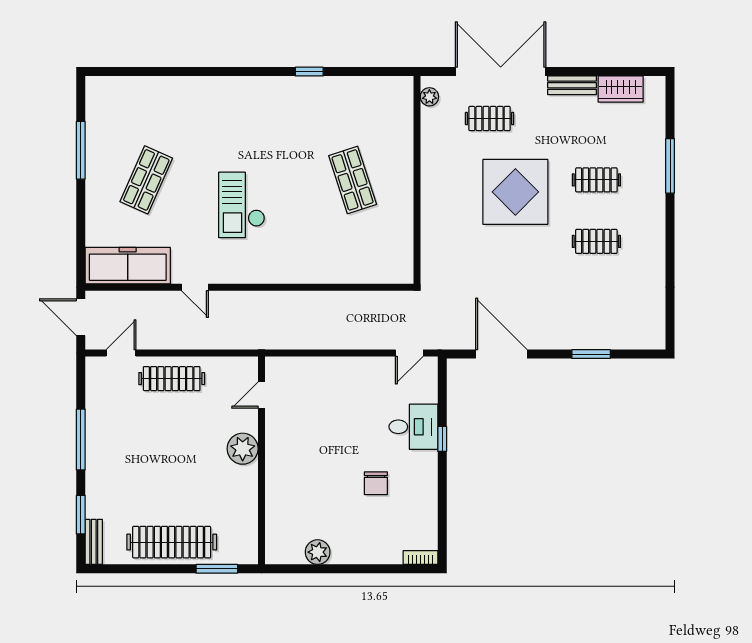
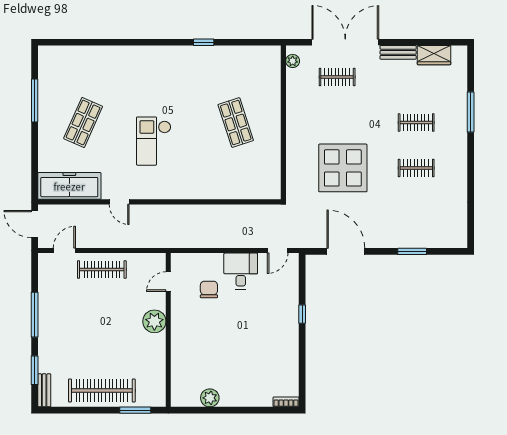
display table: (515, 192) -> (343, 168), moved
desk: (413, 427) -> (241, 271), moved, turned -90
chair: (376, 483) -> (209, 289), moved, turned 180

